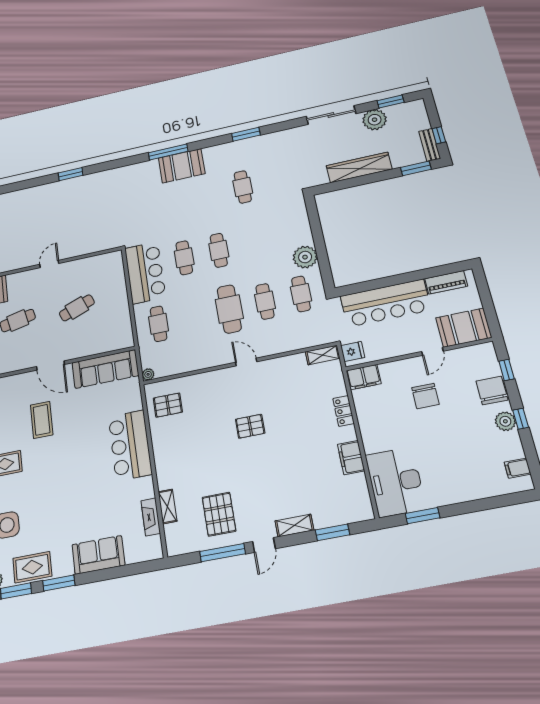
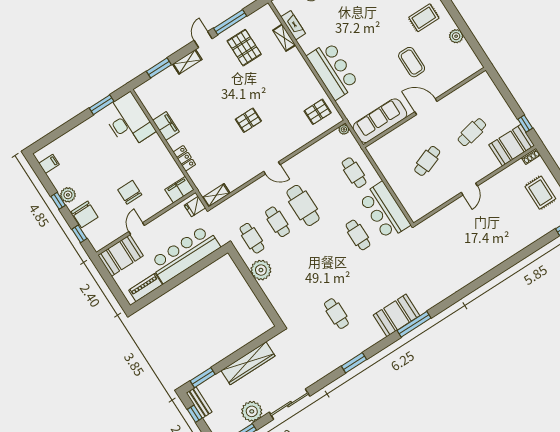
window: (71, 174) -> (491, 275), removed
cafe table: (219, 250) -> (332, 251), removed

